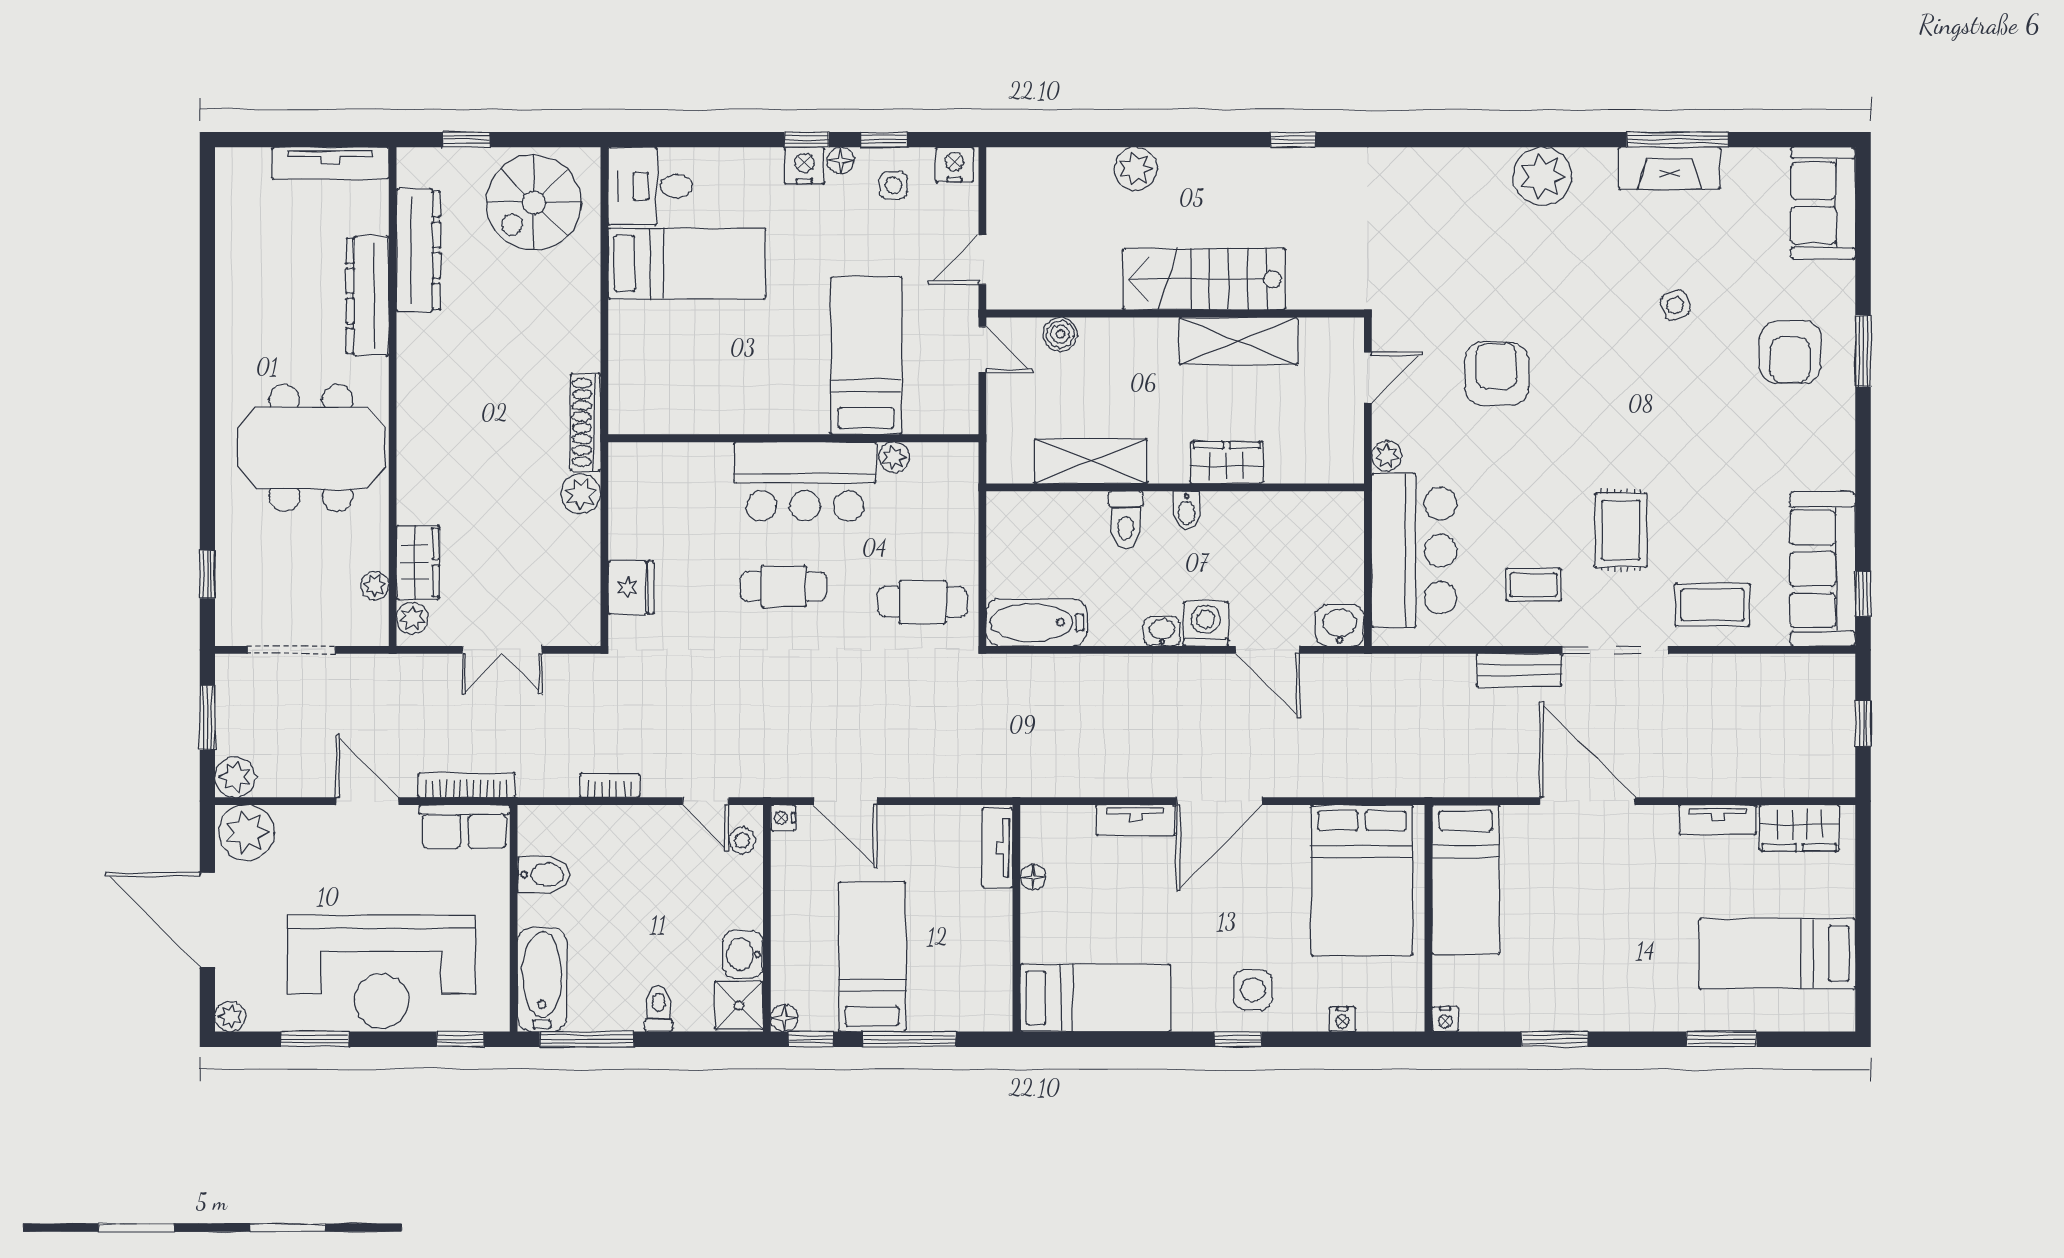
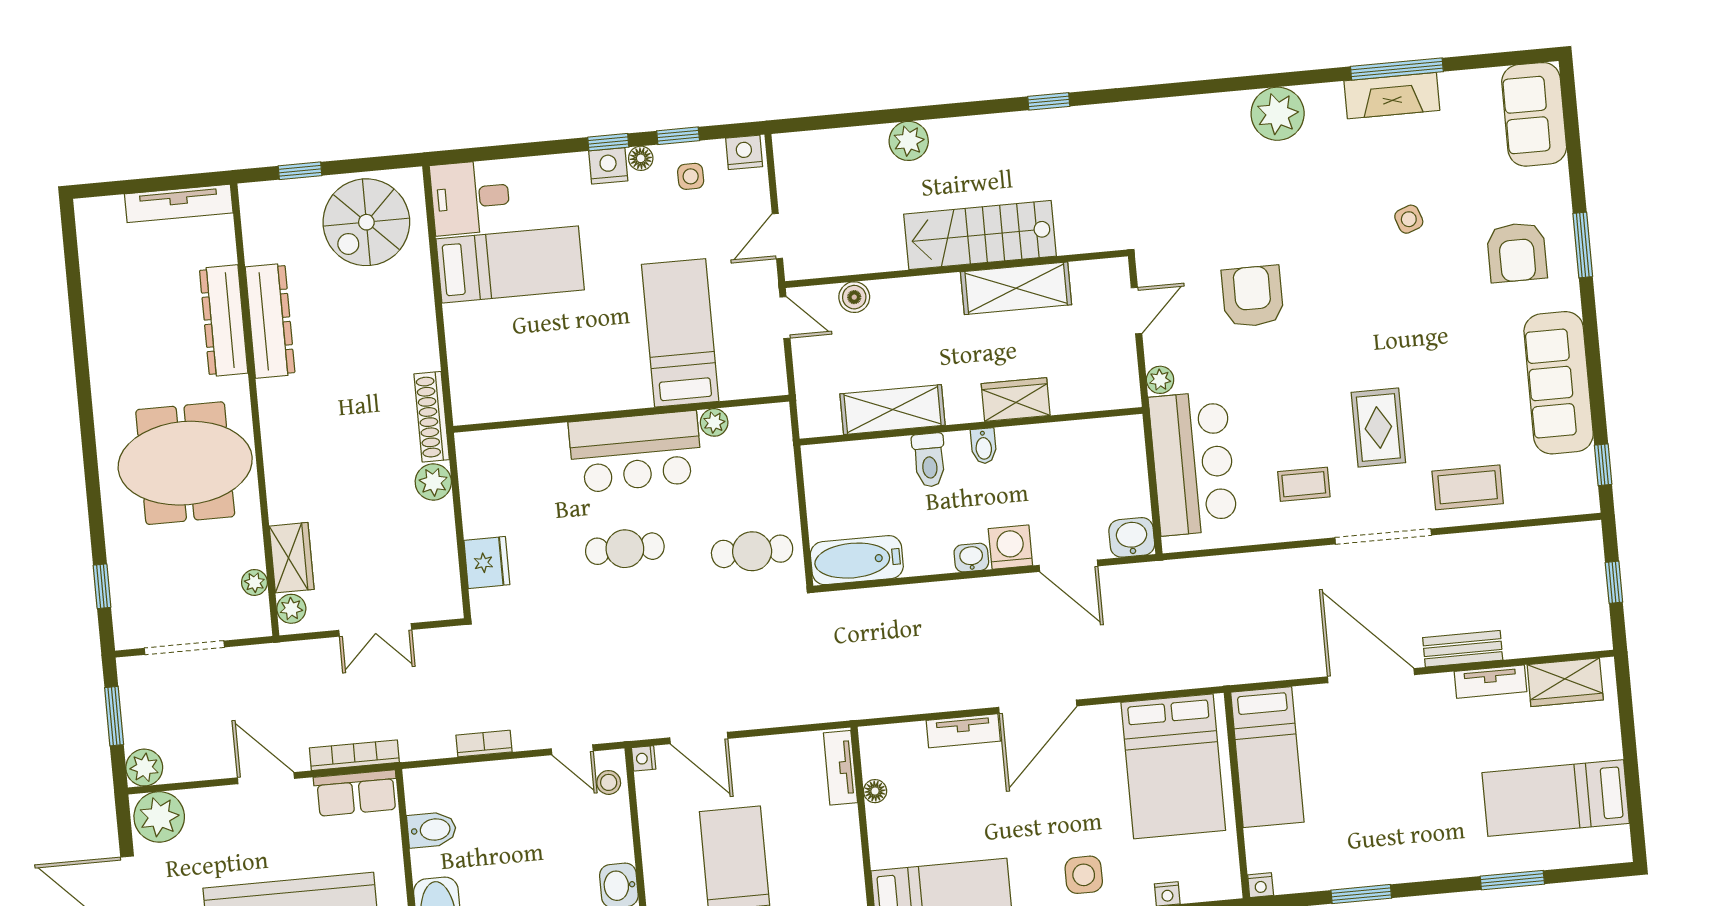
dresser: (418, 250) -> (270, 321), moved
sofa: (1823, 569) -> (1559, 383), moved
bench: (1519, 670) -> (1463, 649), moved

